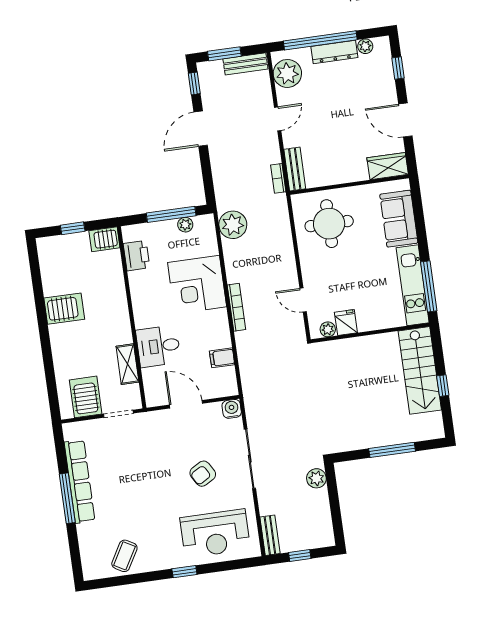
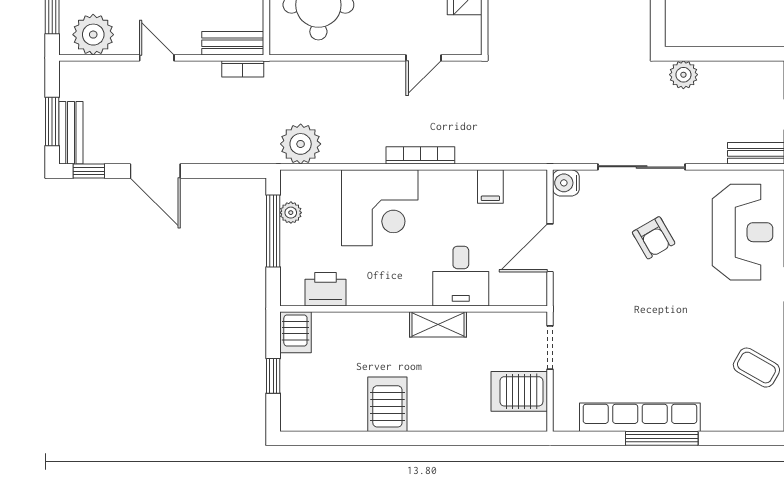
bench: (245, 64) -> (71, 133), moved
plant: (328, 329) -> (471, 28), removed
shelving: (127, 364) -> (438, 324), moved

